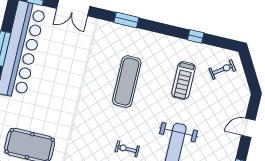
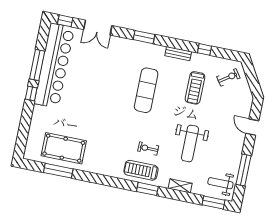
bench: (165, 40) -> (178, 54), added
door: (248, 128) -> (252, 127), hinge flipped

